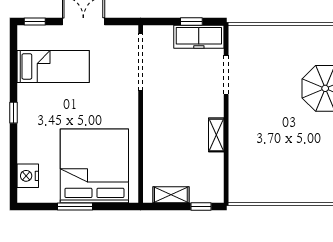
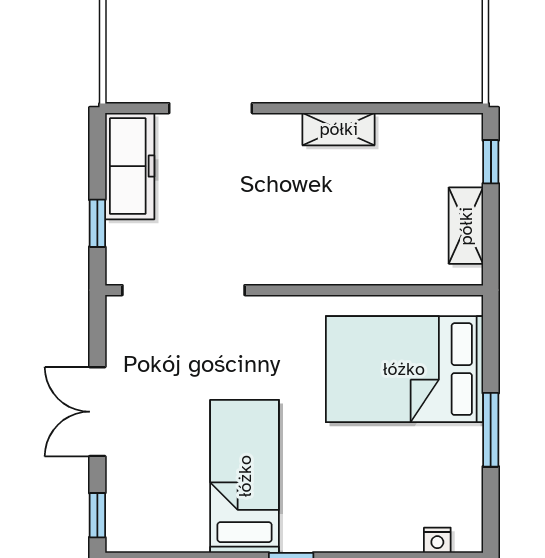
window: (191, 22) -> (97, 223), moved
bed: (53, 66) -> (245, 476), moved
bed: (94, 166) -> (404, 369), width x0.73
nightstand: (28, 176) -> (437, 540), width x0.53, depth x0.56

